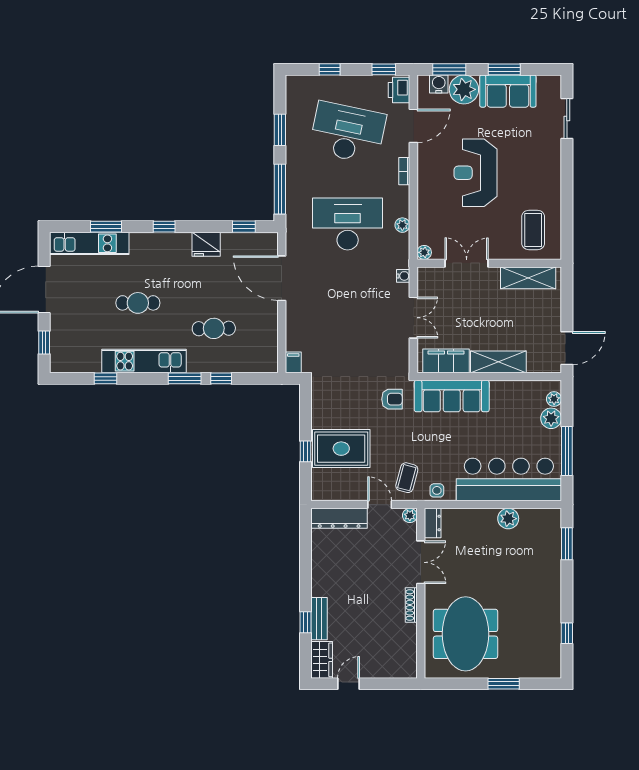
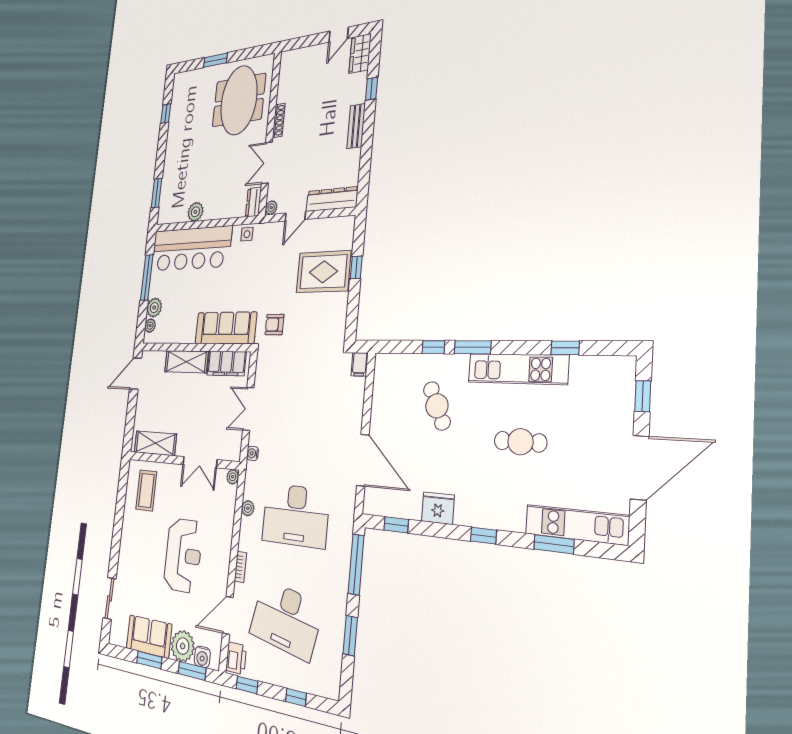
cafe table: (214, 328) -> (437, 406), turned 66
coffee table: (407, 478) -> (270, 245), removed
door: (380, 505) -> (295, 216), hinge flipped
bench: (319, 619) -> (356, 126), moved

